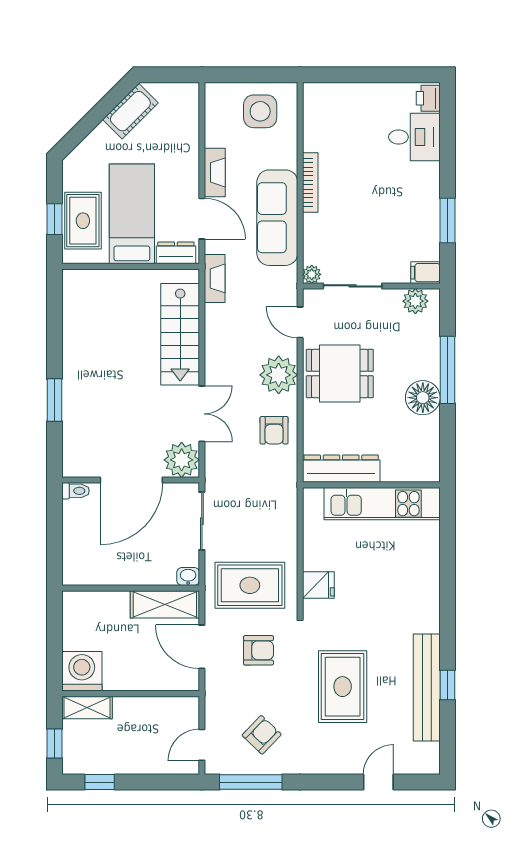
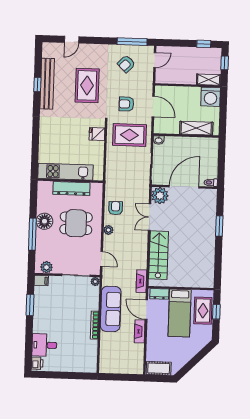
cot: (130, 111) -> (159, 368), moved, turned 45
side table: (260, 111) -> (117, 360), removed
dining table: (340, 373) -> (76, 223), moved
plant: (279, 375) -> (108, 230), width x0.53, depth x0.53
dresser: (341, 469) -> (71, 188), moved
shelving: (165, 604) -> (196, 128), moved

